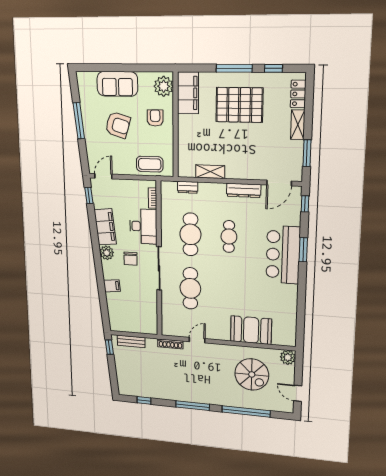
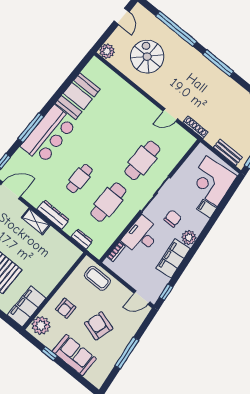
window: (138, 68) -> (49, 354), added
shelving: (210, 172) -> (36, 221), moved
dresser: (244, 190) -> (53, 215), moved
window: (303, 250) -> (31, 128), width x1.44
corner desk: (125, 310) -> (212, 181), added
booth: (251, 330) -> (78, 96), moved, turned 90

